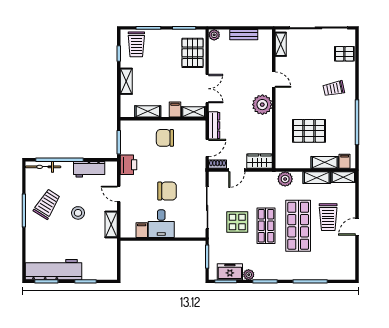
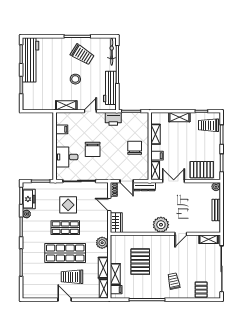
double door: (207, 89) -> (174, 181), swing flipped
workbench: (89, 169) -> (110, 88), width x1.38
desk: (161, 224) -> (67, 157), moved

